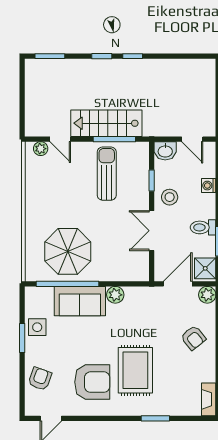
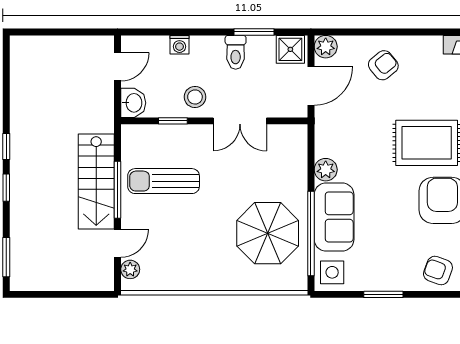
window: (114, 139) -> (117, 190), moved
door: (178, 284) -> (311, 86), swing flipped
side table: (37, 327) -> (332, 272), moved

